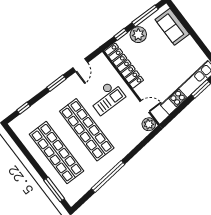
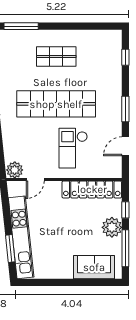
door: (80, 65) -> (125, 146), hinge flipped
shop shelf: (57, 153) -> (56, 57), width x0.50, depth x0.74

